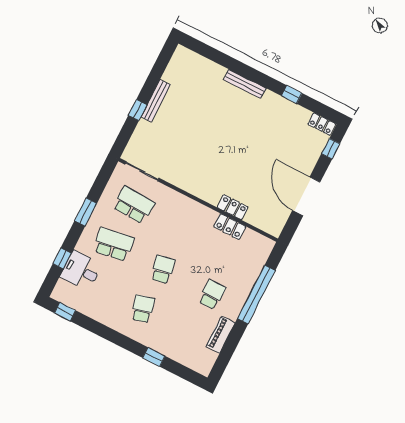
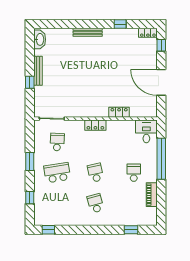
washbasin: (178, 62) -> (40, 39), added
school desk: (134, 205) -> (57, 142), width x0.54
locker: (230, 227) -> (95, 125), moved
desk: (81, 271) -> (146, 131), moved, turned 90
window: (154, 357) -> (131, 230), moved

